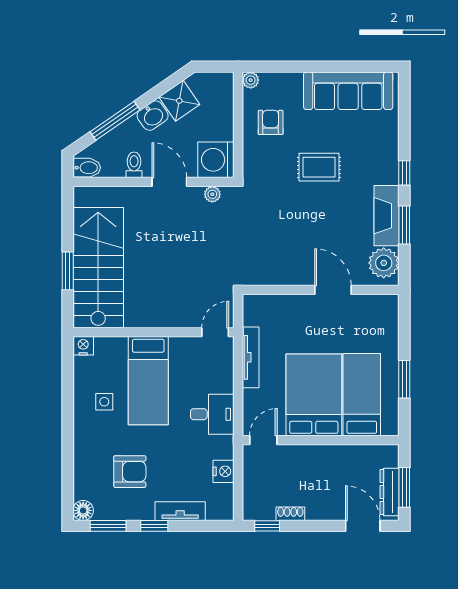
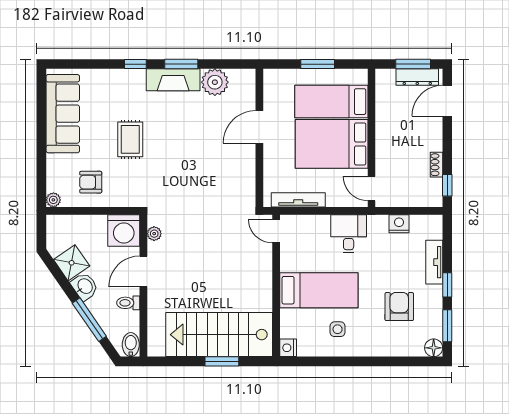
wall: (321, 290) -> (259, 138), moved
door: (333, 290) -> (259, 127), moved

